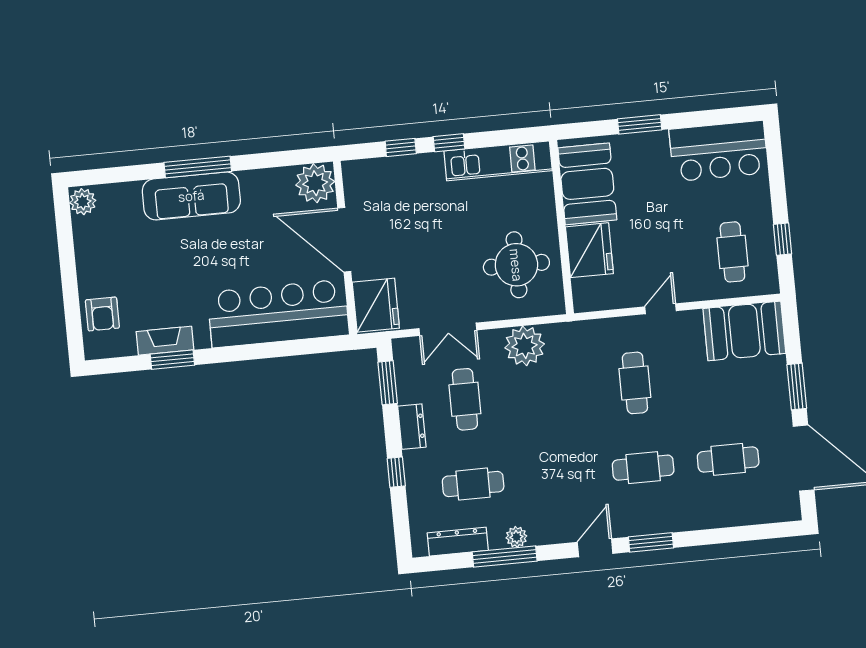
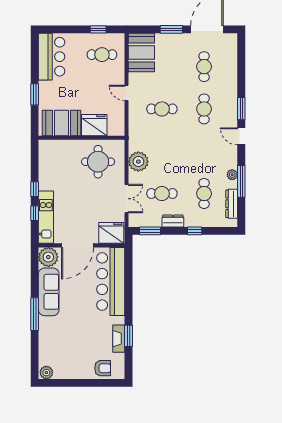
kitchen unit: (498, 161) -> (46, 217), moved
sofa: (191, 196) -> (49, 292), moved

